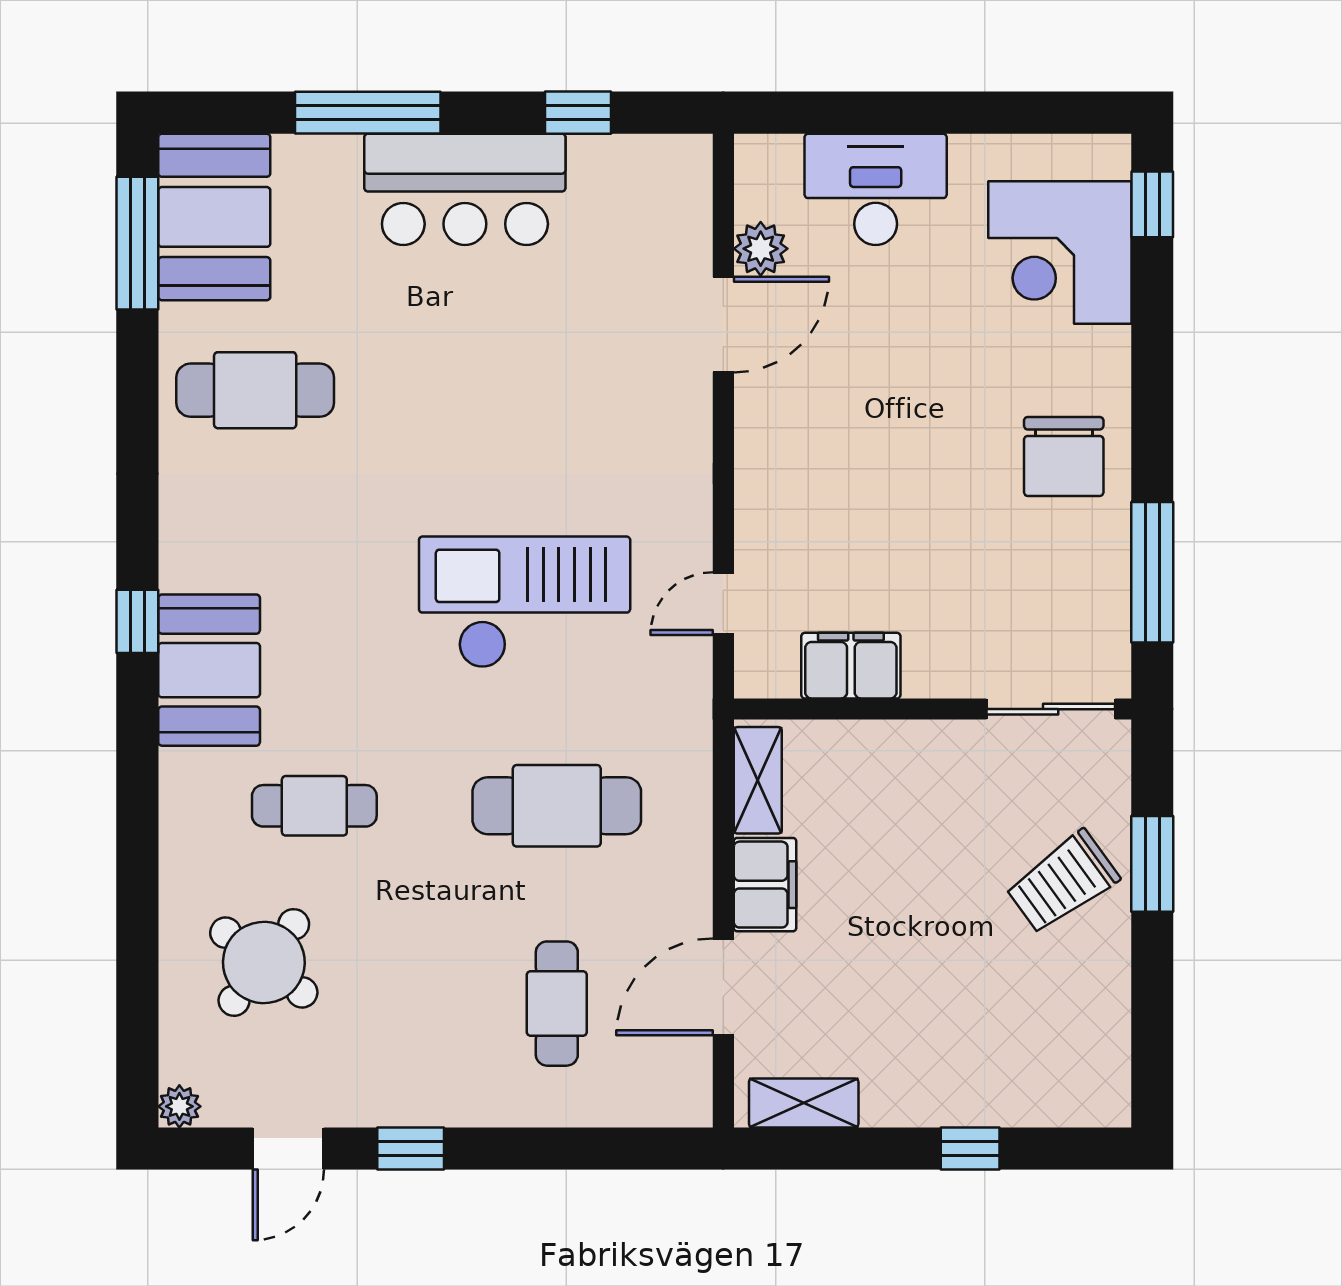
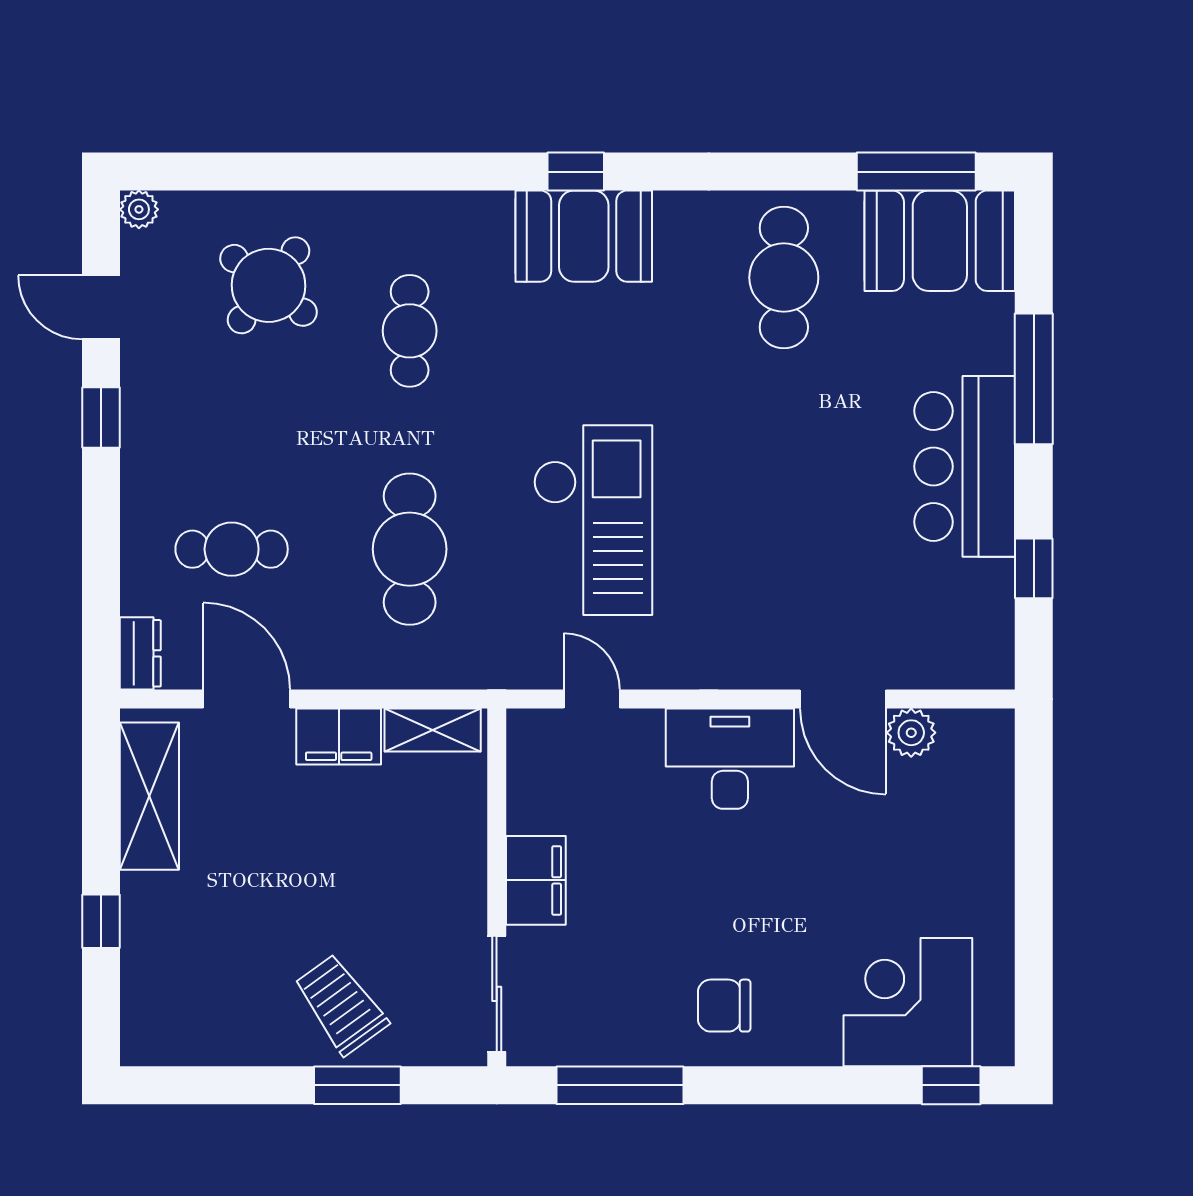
desk: (876, 189) -> (730, 759), moved, turned -90
chair: (1064, 456) -> (724, 1006), width x0.73, depth x0.73
filing cabinet: (851, 666) -> (536, 880), moved
booth: (209, 670) -> (584, 236), moved
shelving: (804, 1103) -> (149, 796), width x1.50, depth x1.33
dresser: (673, 1105) -> (140, 653), added

